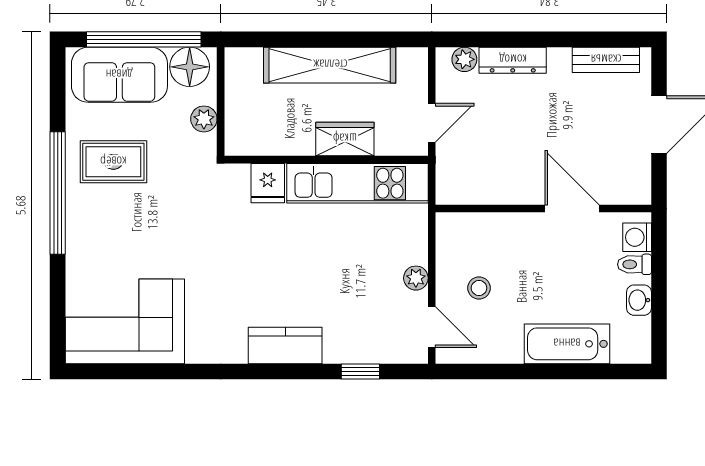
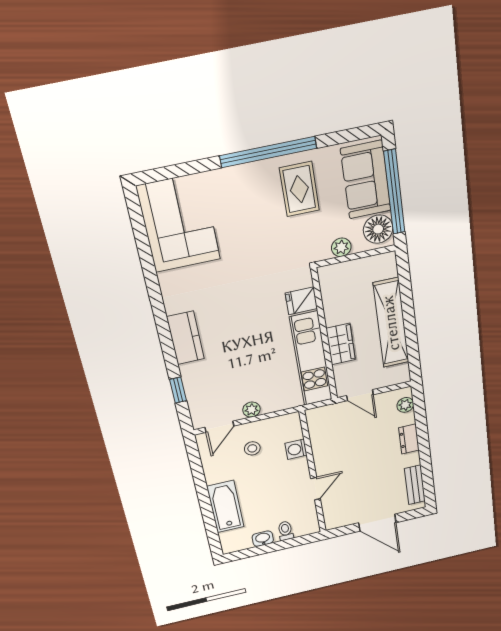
dresser: (513, 60) -> (409, 439), width x0.70
door: (572, 209) -> (316, 489), width x0.73
washing machine: (637, 237) -> (296, 449), moved, turned -90

